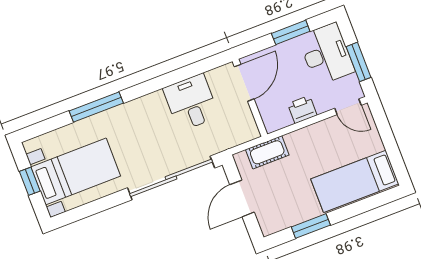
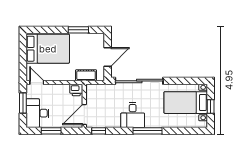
window: (208, 64) -> (99, 131), added
desk: (191, 102) -> (133, 115), moved
window: (96, 107) -> (148, 131), moved
printer: (302, 109) -> (76, 90), moved
bed: (355, 181) -> (48, 49), width x1.50

